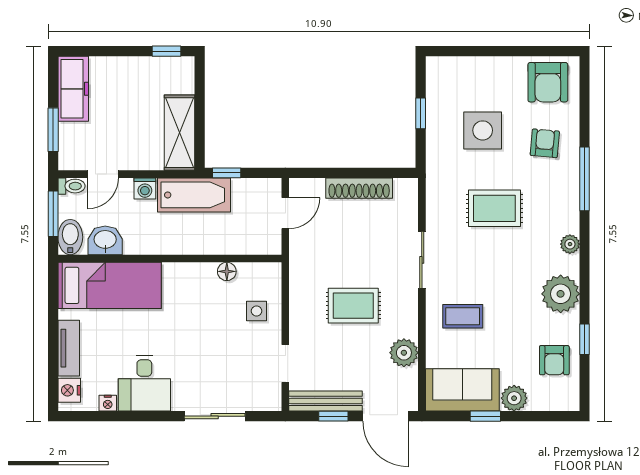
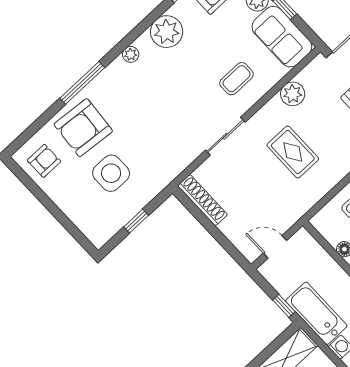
armchair: (548, 82) -> (44, 161), width x0.72, depth x0.72
armchair: (545, 143) -> (83, 128), width x1.88, depth x1.88
shoe rack: (359, 188) -> (202, 200), moved
rug: (494, 208) -> (152, 121), removed
coffee table: (463, 316) -> (237, 79), turned 90

